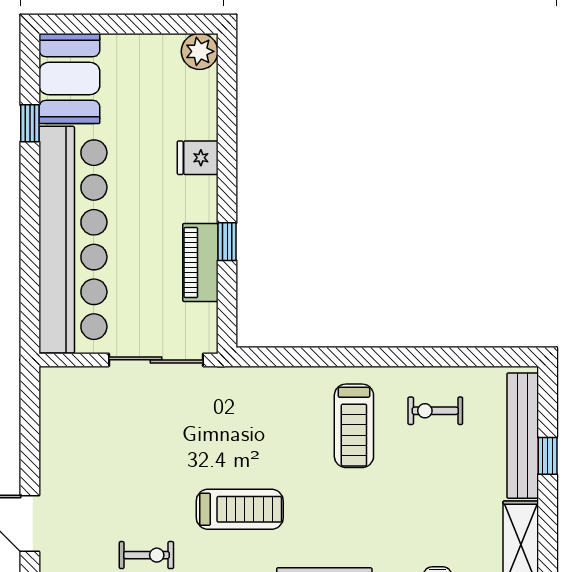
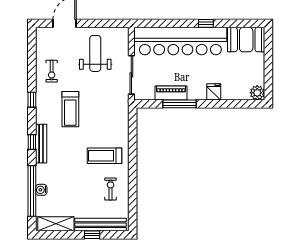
window: (30, 123) -> (206, 23), moved
window: (227, 242) -> (180, 104), width x2.17
weight bench: (103, 448) -> (95, 53), added

